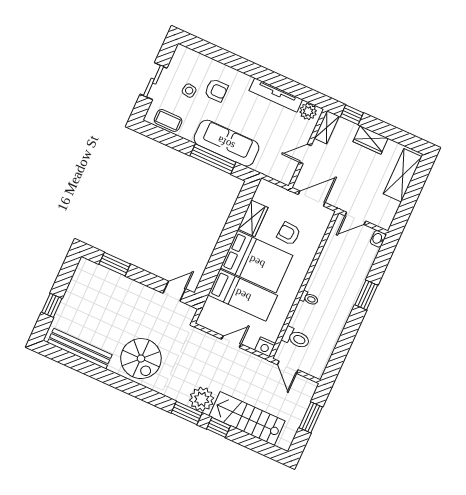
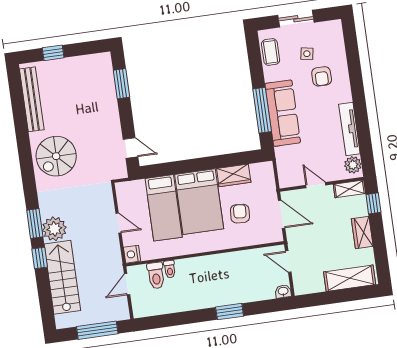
toilet: (309, 298) -> (170, 269), moved
window: (311, 417) -> (97, 330), width x1.44

